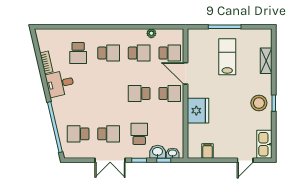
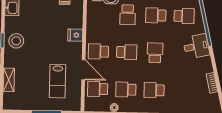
school desk: (78, 53) -> (155, 53), moved
lab bench: (227, 57) -> (58, 81), moved
desk: (60, 84) -> (196, 46), moved
fridge: (198, 111) -> (75, 35), width x0.53, depth x0.75

